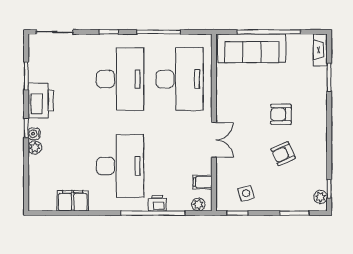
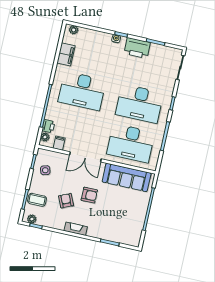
sofa: (252, 48) -> (127, 177), moved, turned -90
fireplace: (320, 50) -> (76, 229), moved
armchair: (281, 114) -> (89, 195), moved, turned 90
double door: (214, 140) -> (85, 157), width x1.37
plant: (35, 148) -> (74, 30), moved
coffee table: (291, 196) -> (37, 200), added
printer: (157, 203) -> (48, 126), moved

